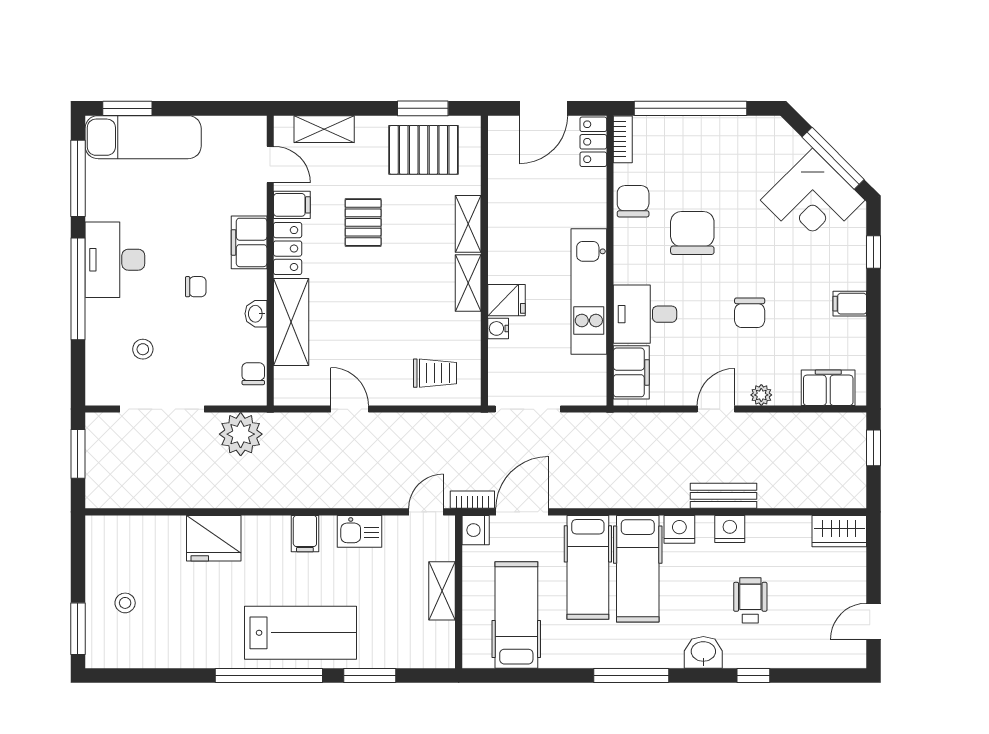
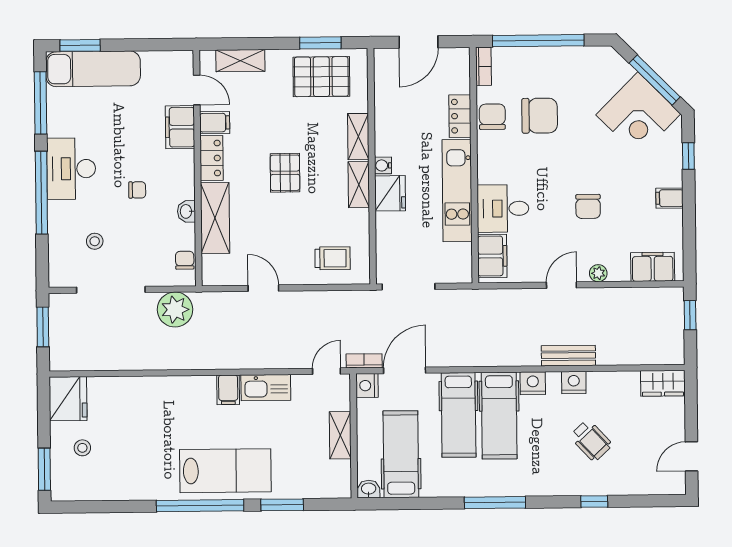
locker: (593, 142) -> (460, 116), moved
pallet: (363, 222) -> (285, 173), moved
chair: (692, 233) -> (540, 116), moved, turned 90
filing cabinet: (249, 242) -> (180, 127), moved
fridge: (506, 300) -> (390, 193), width x1.38
water cooler: (498, 328) -> (383, 165), moved
kitchen sink: (360, 531) -> (266, 388), width x1.38
fridge: (214, 538) -> (68, 399), moved, turned -90
wheelchair: (750, 600) -> (591, 440), turned 137
washbasin: (703, 652) -> (369, 489), moved, width x0.72, depth x0.69

